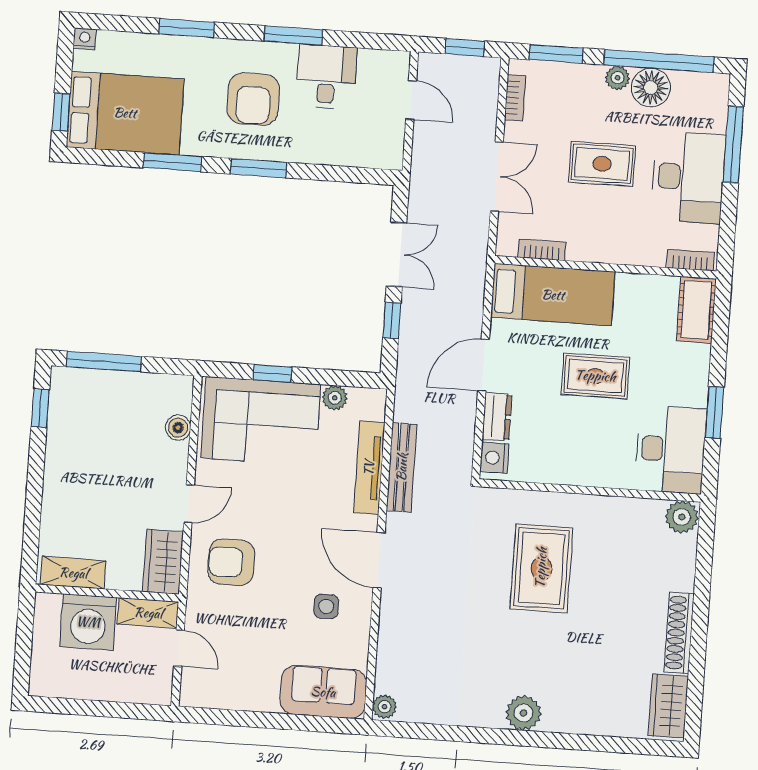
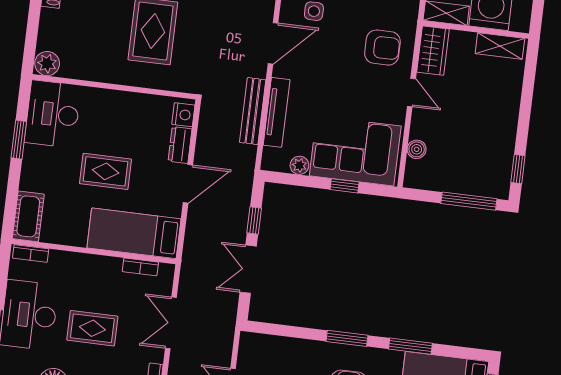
door: (189, 504) -> (411, 93), swing flipped
door: (379, 560) -> (273, 43), hinge flipped

